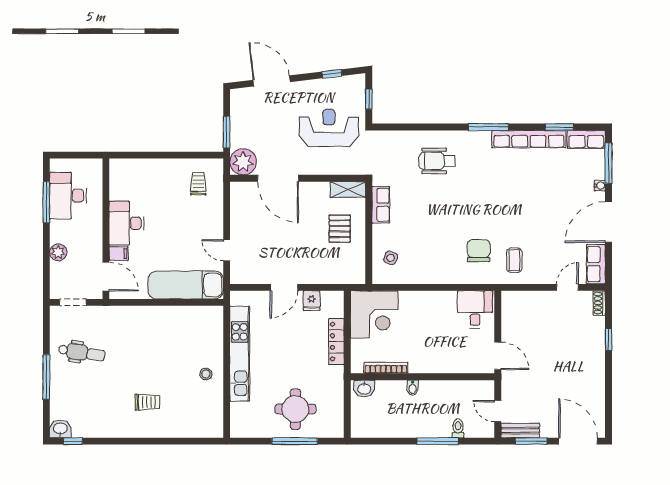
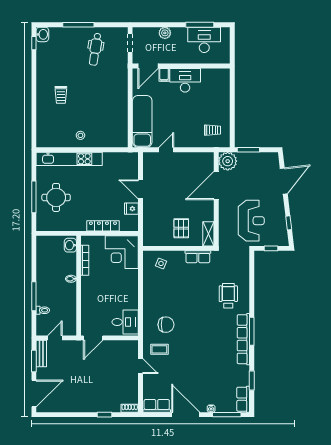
row of seats: (529, 139) -> (243, 339), moved
pallet: (340, 229) -> (181, 228), turned 90
door: (568, 287) -> (141, 366), moved
kitchen unit: (240, 354) -> (69, 159), moved

